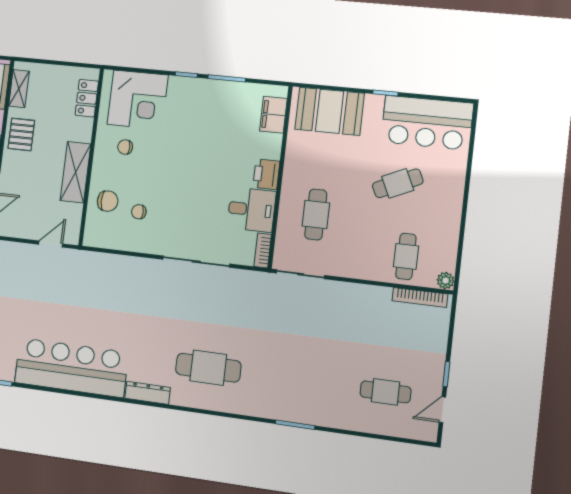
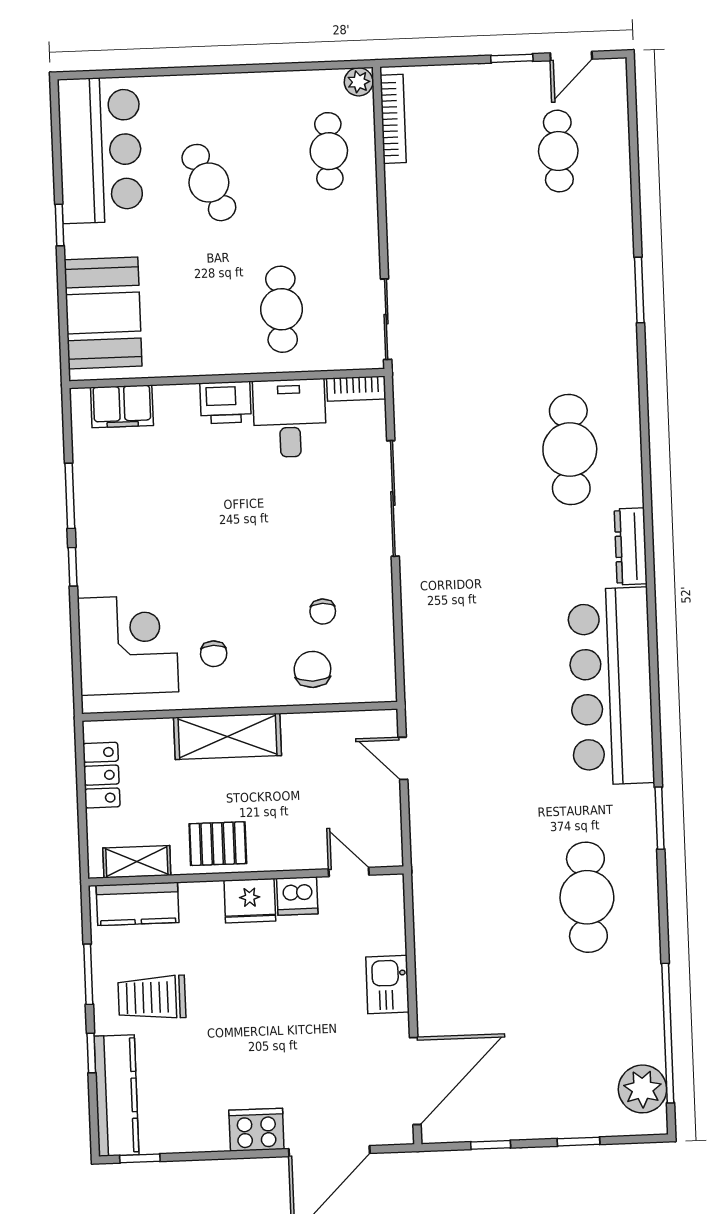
locker: (87, 98) -> (101, 775), moved, turned -90
shelving: (75, 172) -> (228, 736), moved
cafe table: (316, 214) -> (282, 309), turned 90
cafe table: (406, 256) -> (329, 151), turned 90
door: (442, 410) -> (571, 56), hinge flipped

